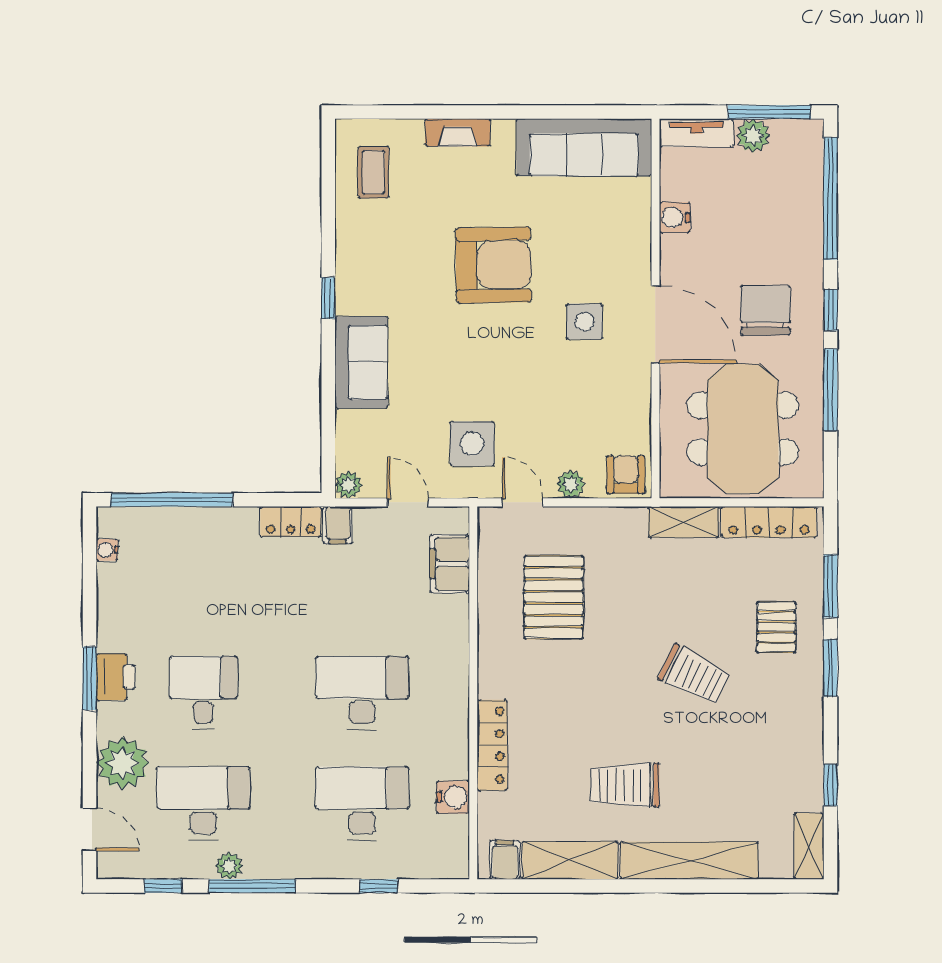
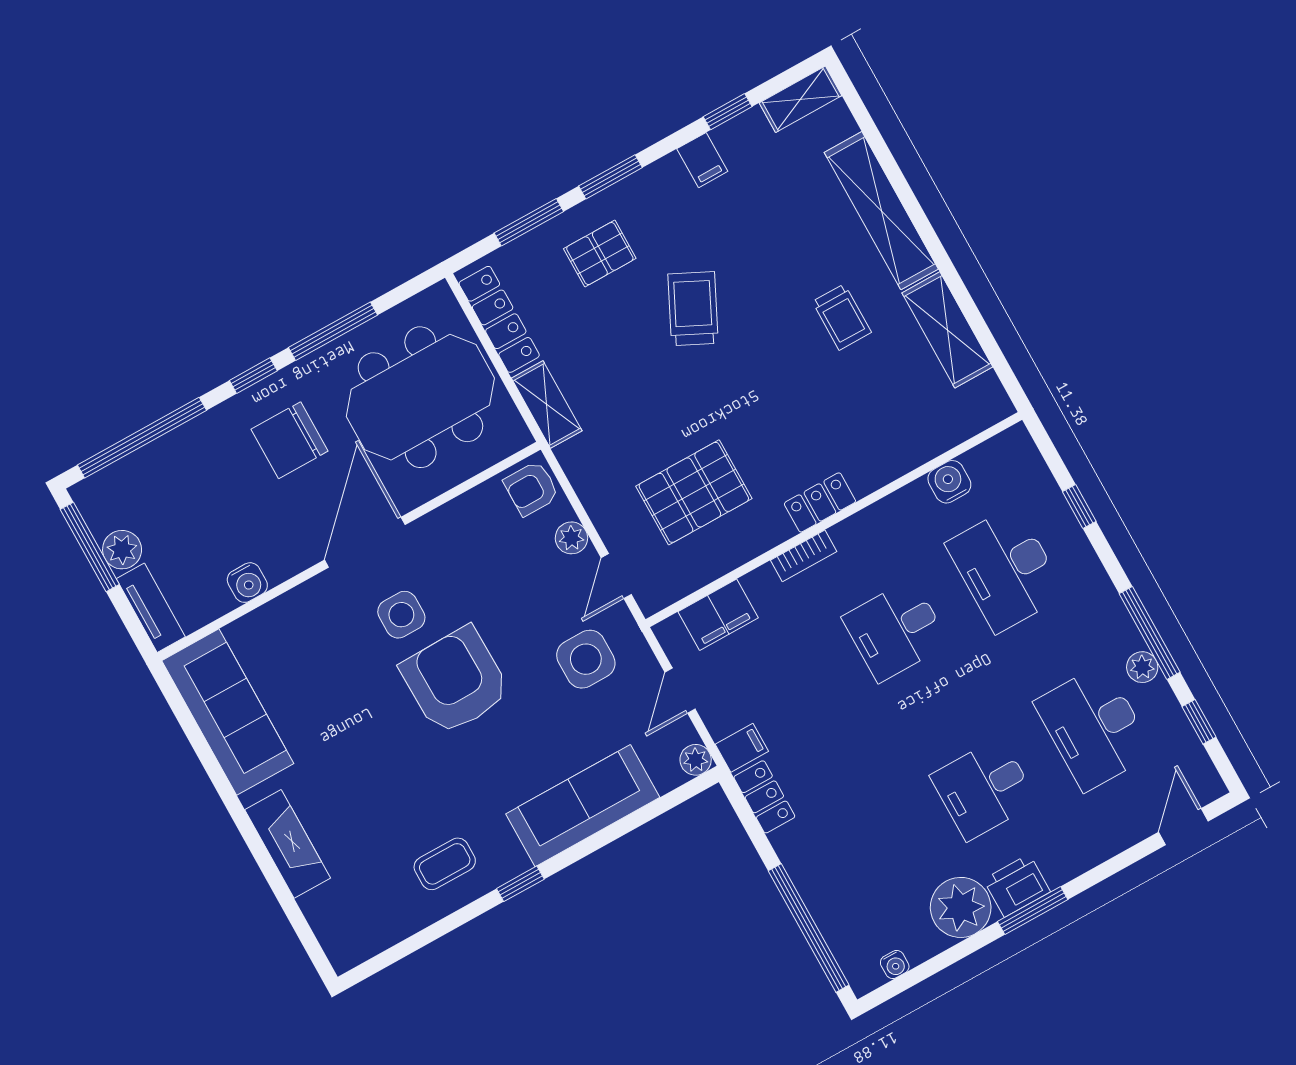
fireplace: (458, 133) -> (288, 844), width x1.37, depth x1.32
coffee table: (373, 172) -> (445, 864), moved
armchair: (494, 265) -> (455, 681), moved
sofa: (361, 362) -> (583, 806), width x1.36
bookcase: (458, 654) -> (804, 556), added
desk: (362, 693) -> (896, 630), width x0.73
locker: (492, 745) -> (820, 502), moved, width x0.66
plant: (123, 763) -> (961, 907), moved
trolley: (625, 785) -> (842, 317), width x0.73, depth x0.72
filing cabinet: (505, 860) -> (702, 160), moved, turned -90

